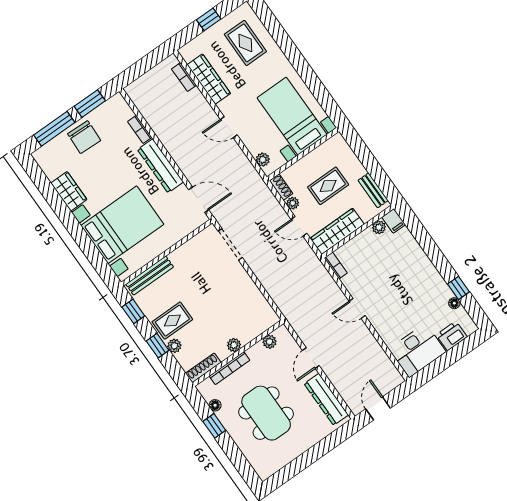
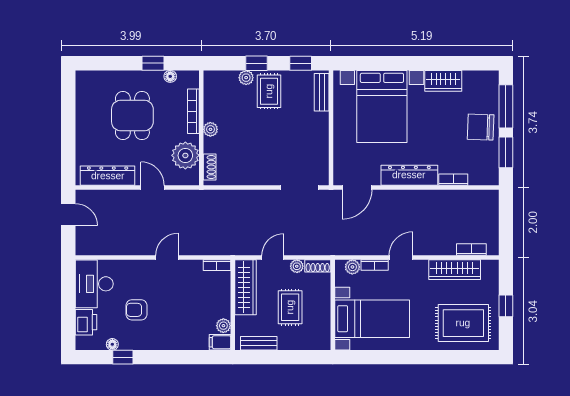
rug: (245, 43) -> (463, 323), width x1.36, depth x1.43
bookcase: (249, 144) -> (375, 265), added
bench: (150, 276) -> (322, 92), width x0.73
armchair: (414, 303) -> (136, 310), added
plant: (269, 342) -> (185, 155), width x1.88, depth x1.88
shoe rack: (203, 368) -> (210, 167), moved, width x0.70
dining table: (266, 413) -> (132, 116), width x0.73

